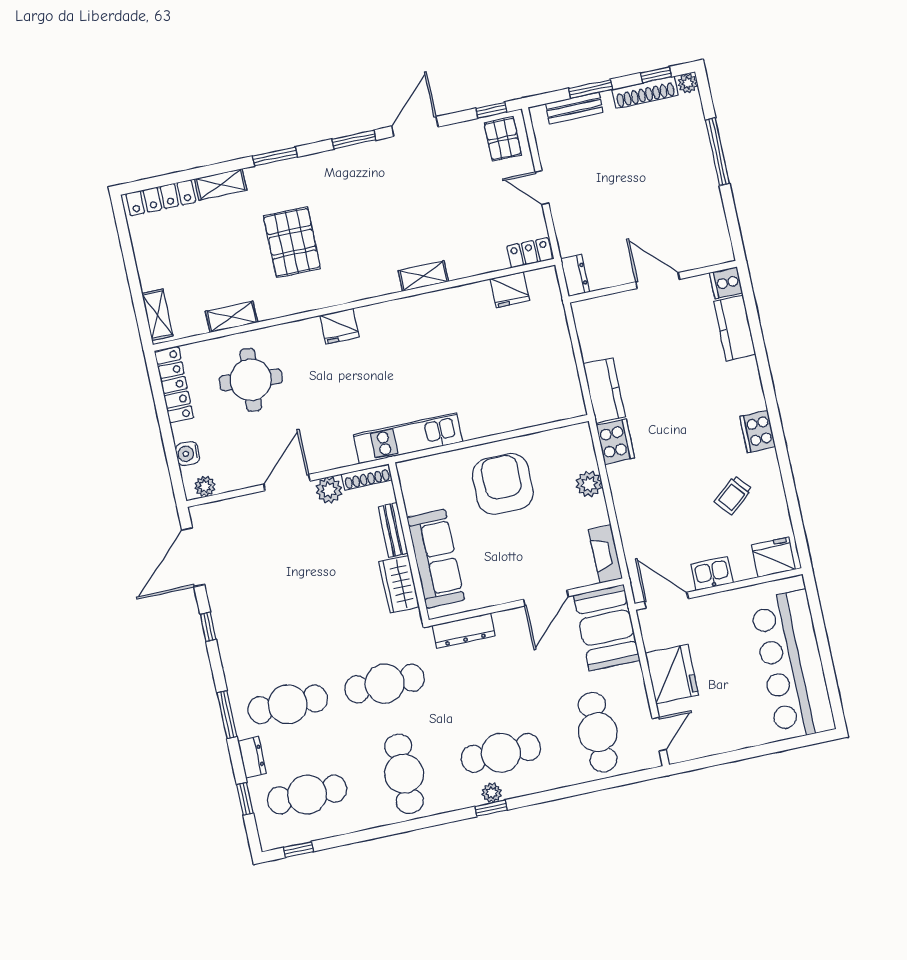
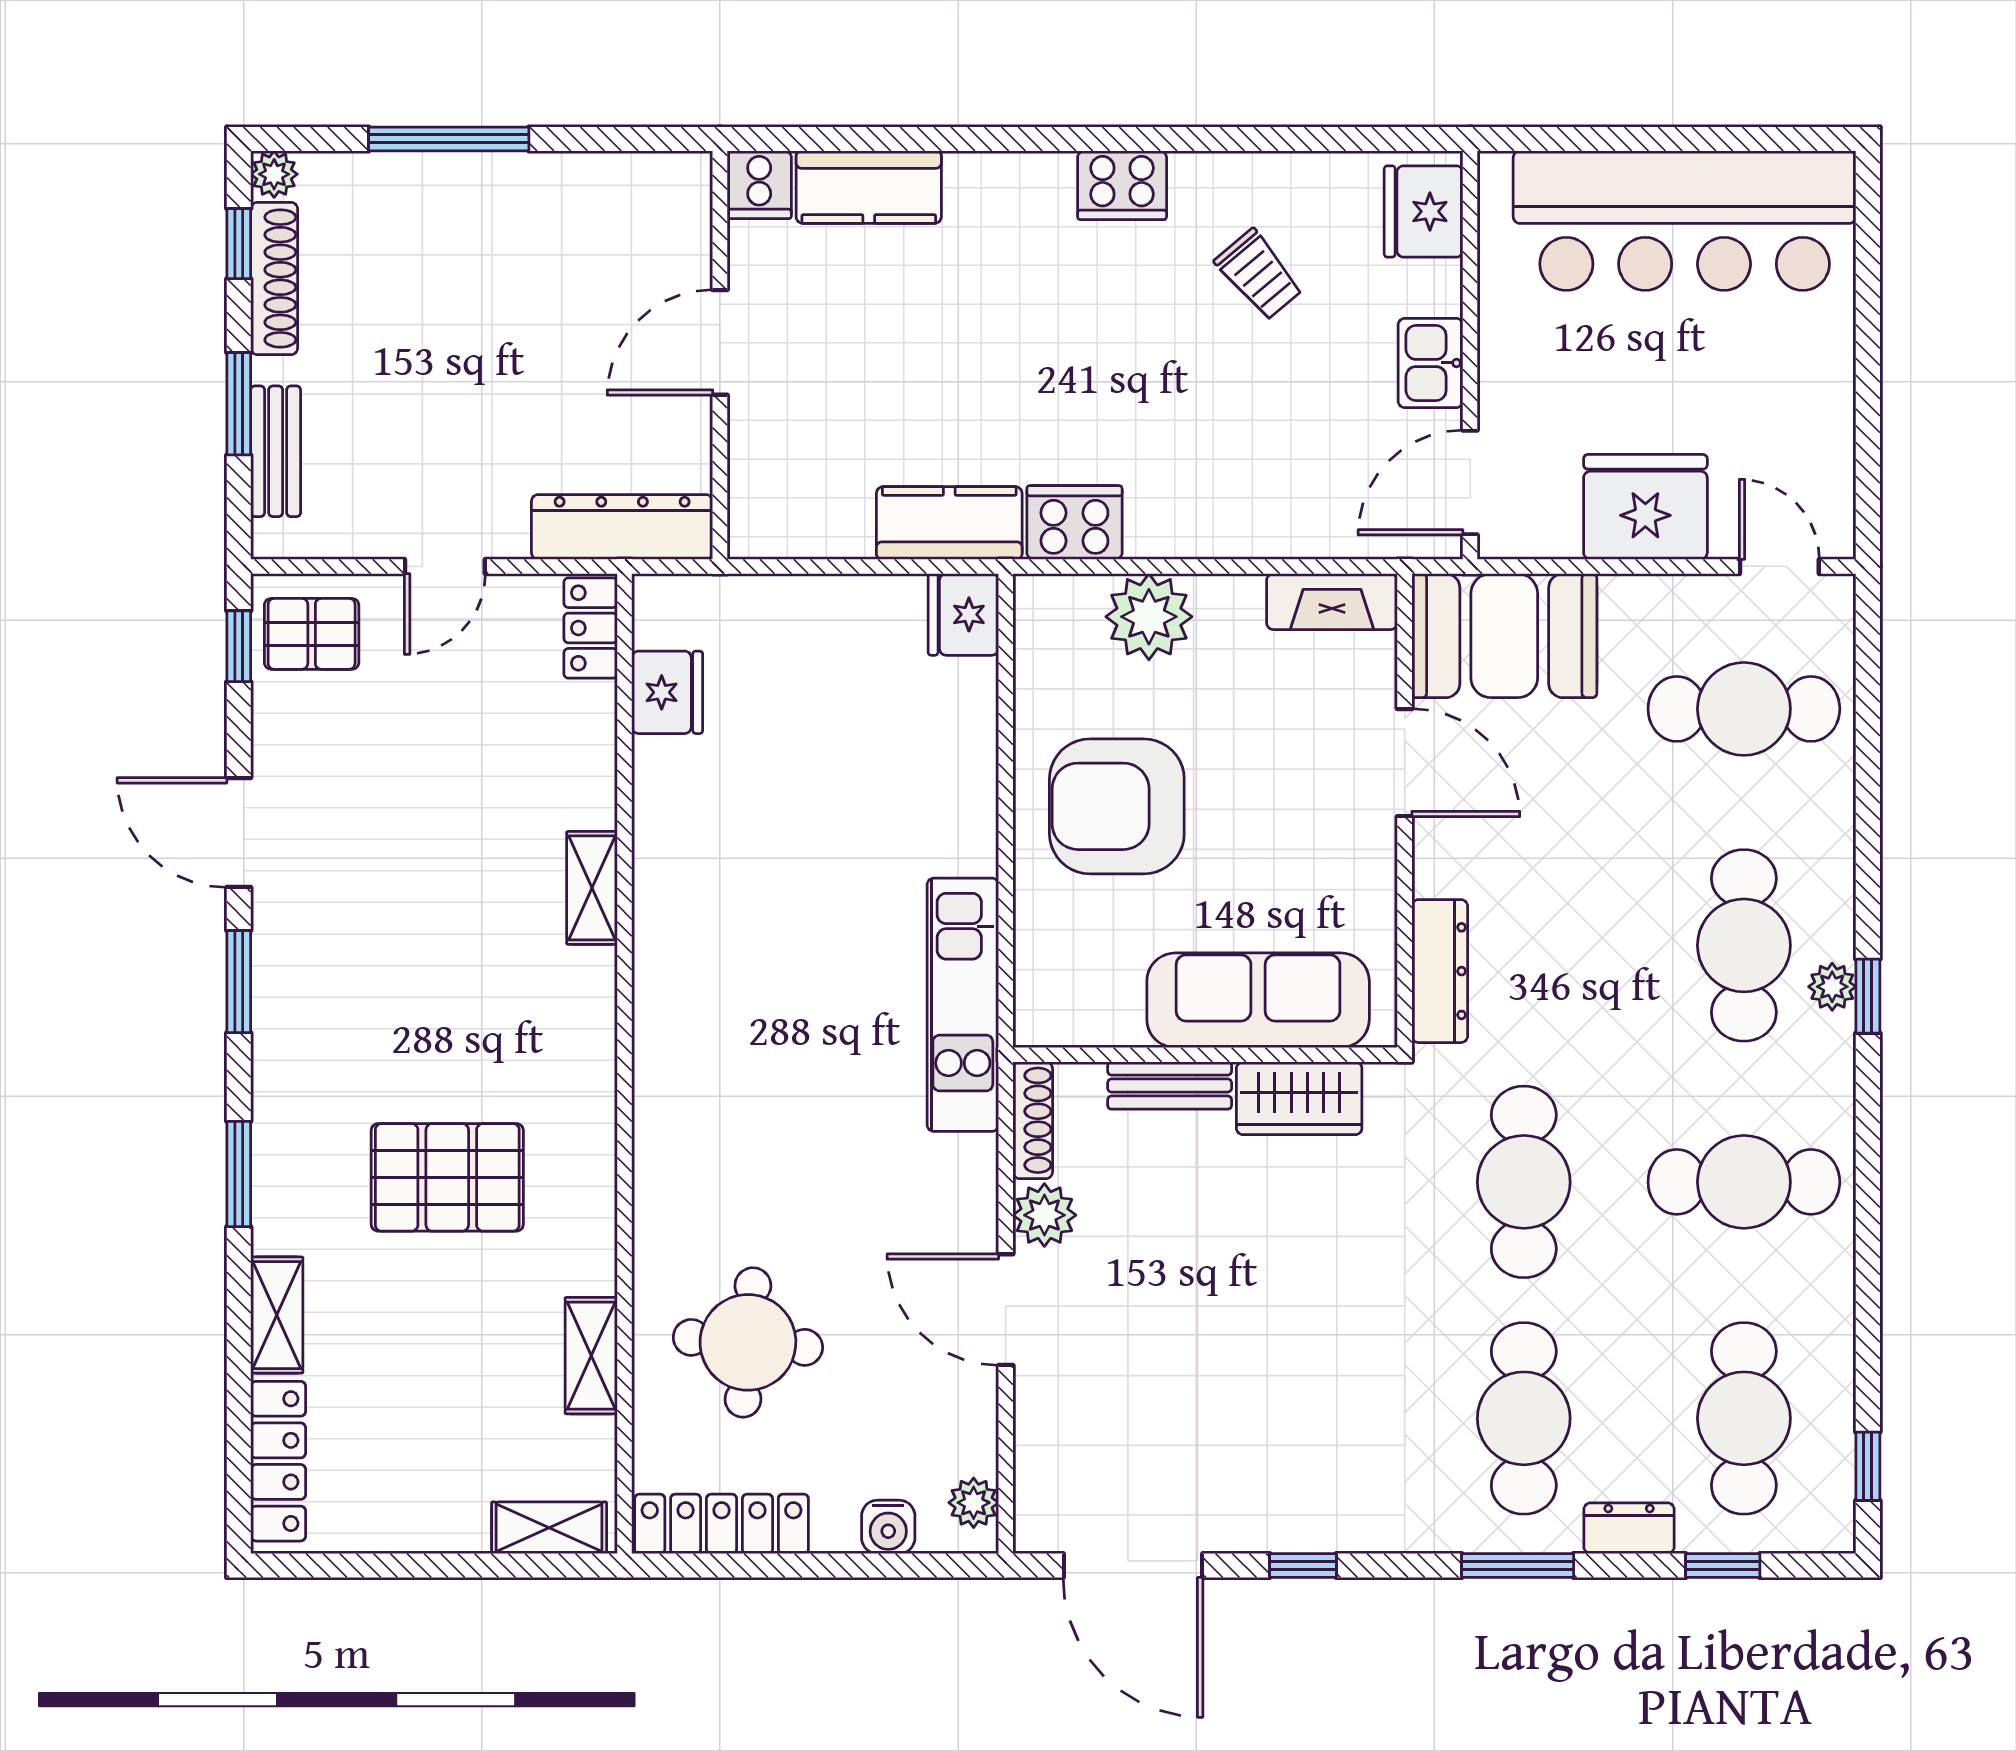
dresser: (575, 275) -> (622, 527), width x1.96, depth x1.24
fridge: (339, 326) -> (963, 614), moved, turned 180
plant: (589, 484) -> (1149, 617), width x1.36, depth x1.36

